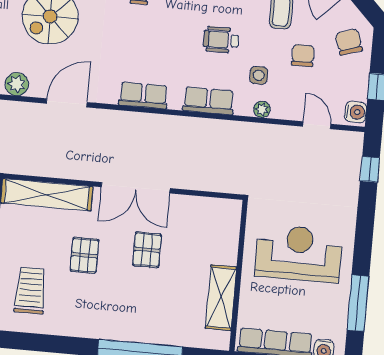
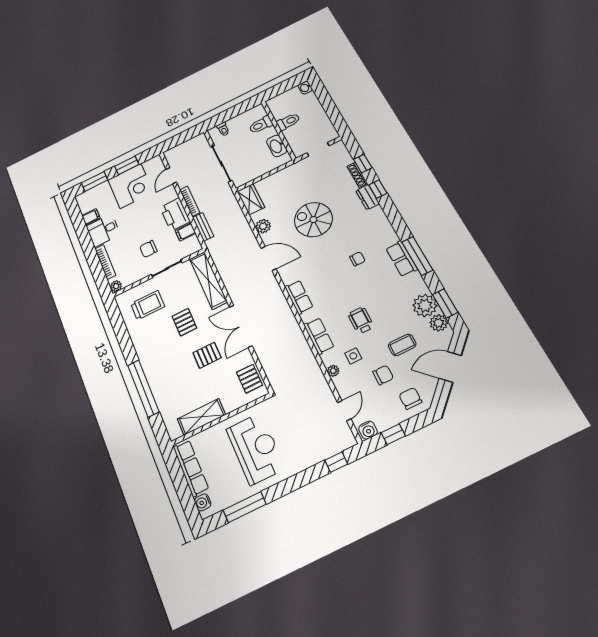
chair: (349, 42) -> (410, 398), turned -72
pallet: (210, 214) -> (249, 379), added
pallet: (85, 255) -> (184, 322), turned 90

